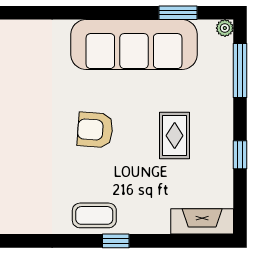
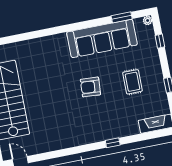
window: (240, 71) -> (160, 41), width x0.46
coffee table: (94, 215) -> (99, 132), removed

